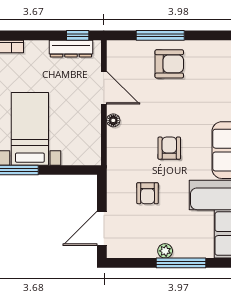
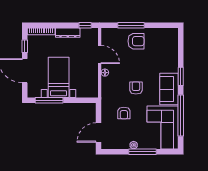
dresser: (71, 49) -> (68, 33), moved

